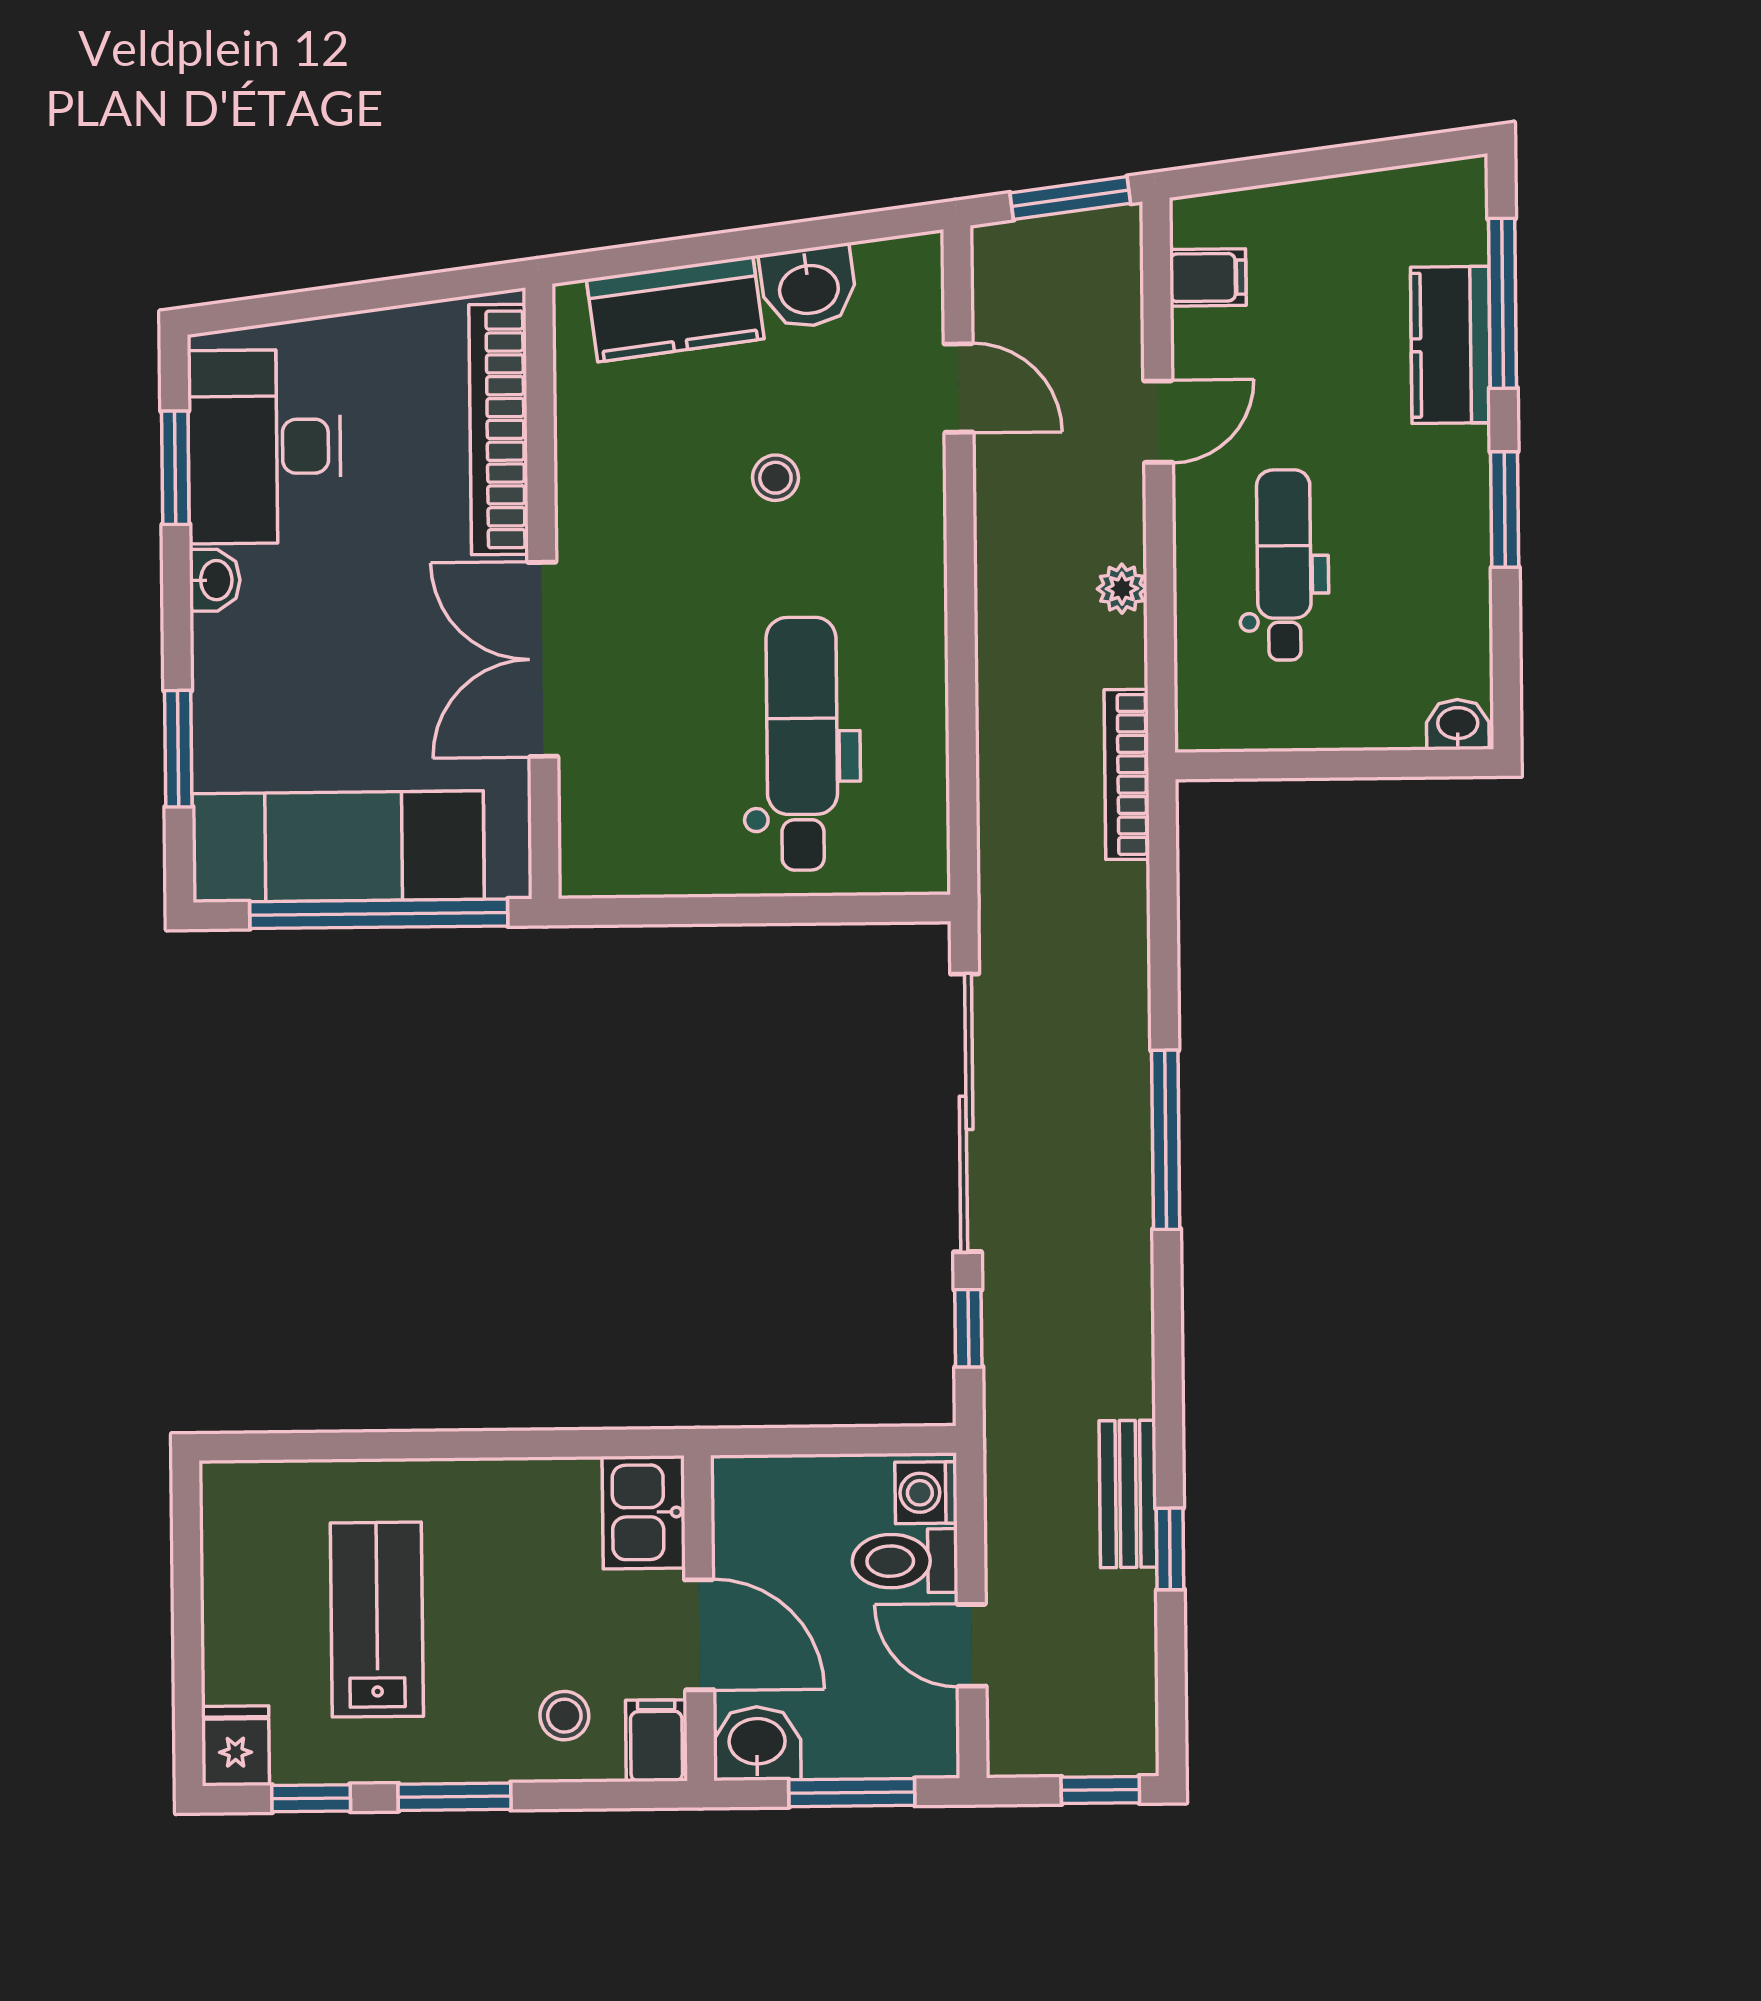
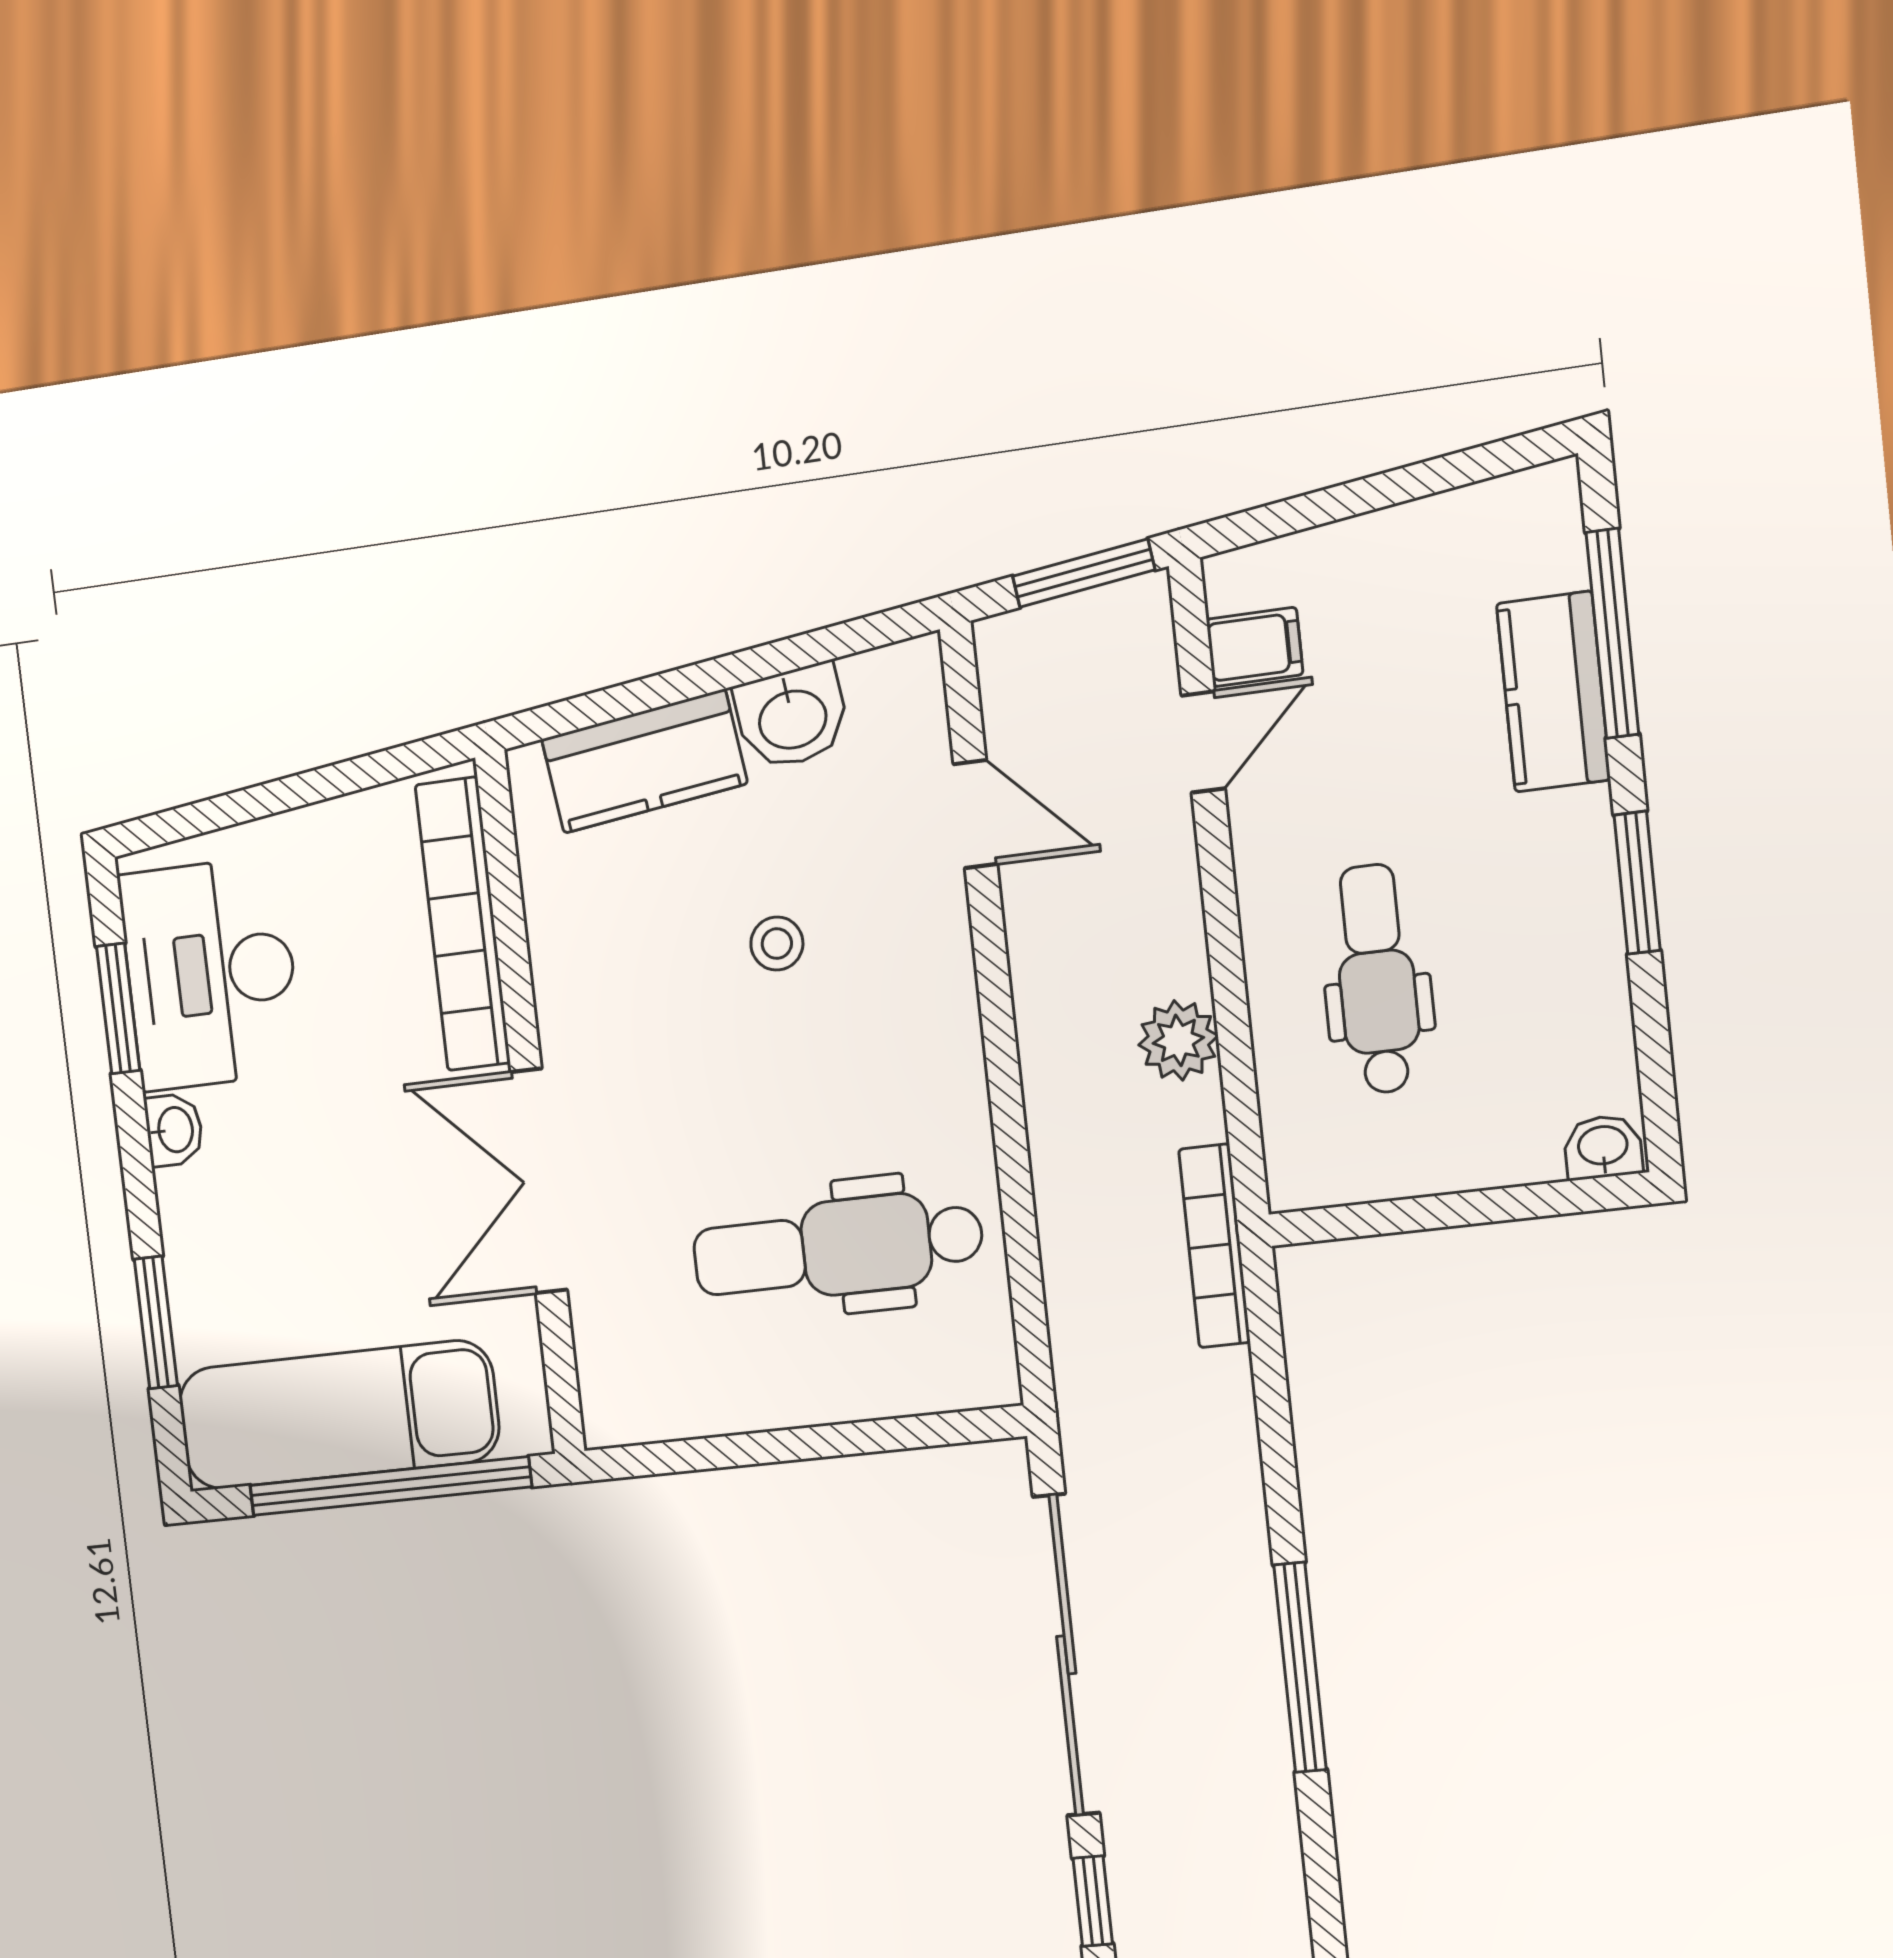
door: (1158, 422) -> (1203, 742), moved
plant: (1122, 589) -> (1178, 1040), width x1.38, depth x1.38
dental chair: (802, 744) -> (838, 1248), turned -90

